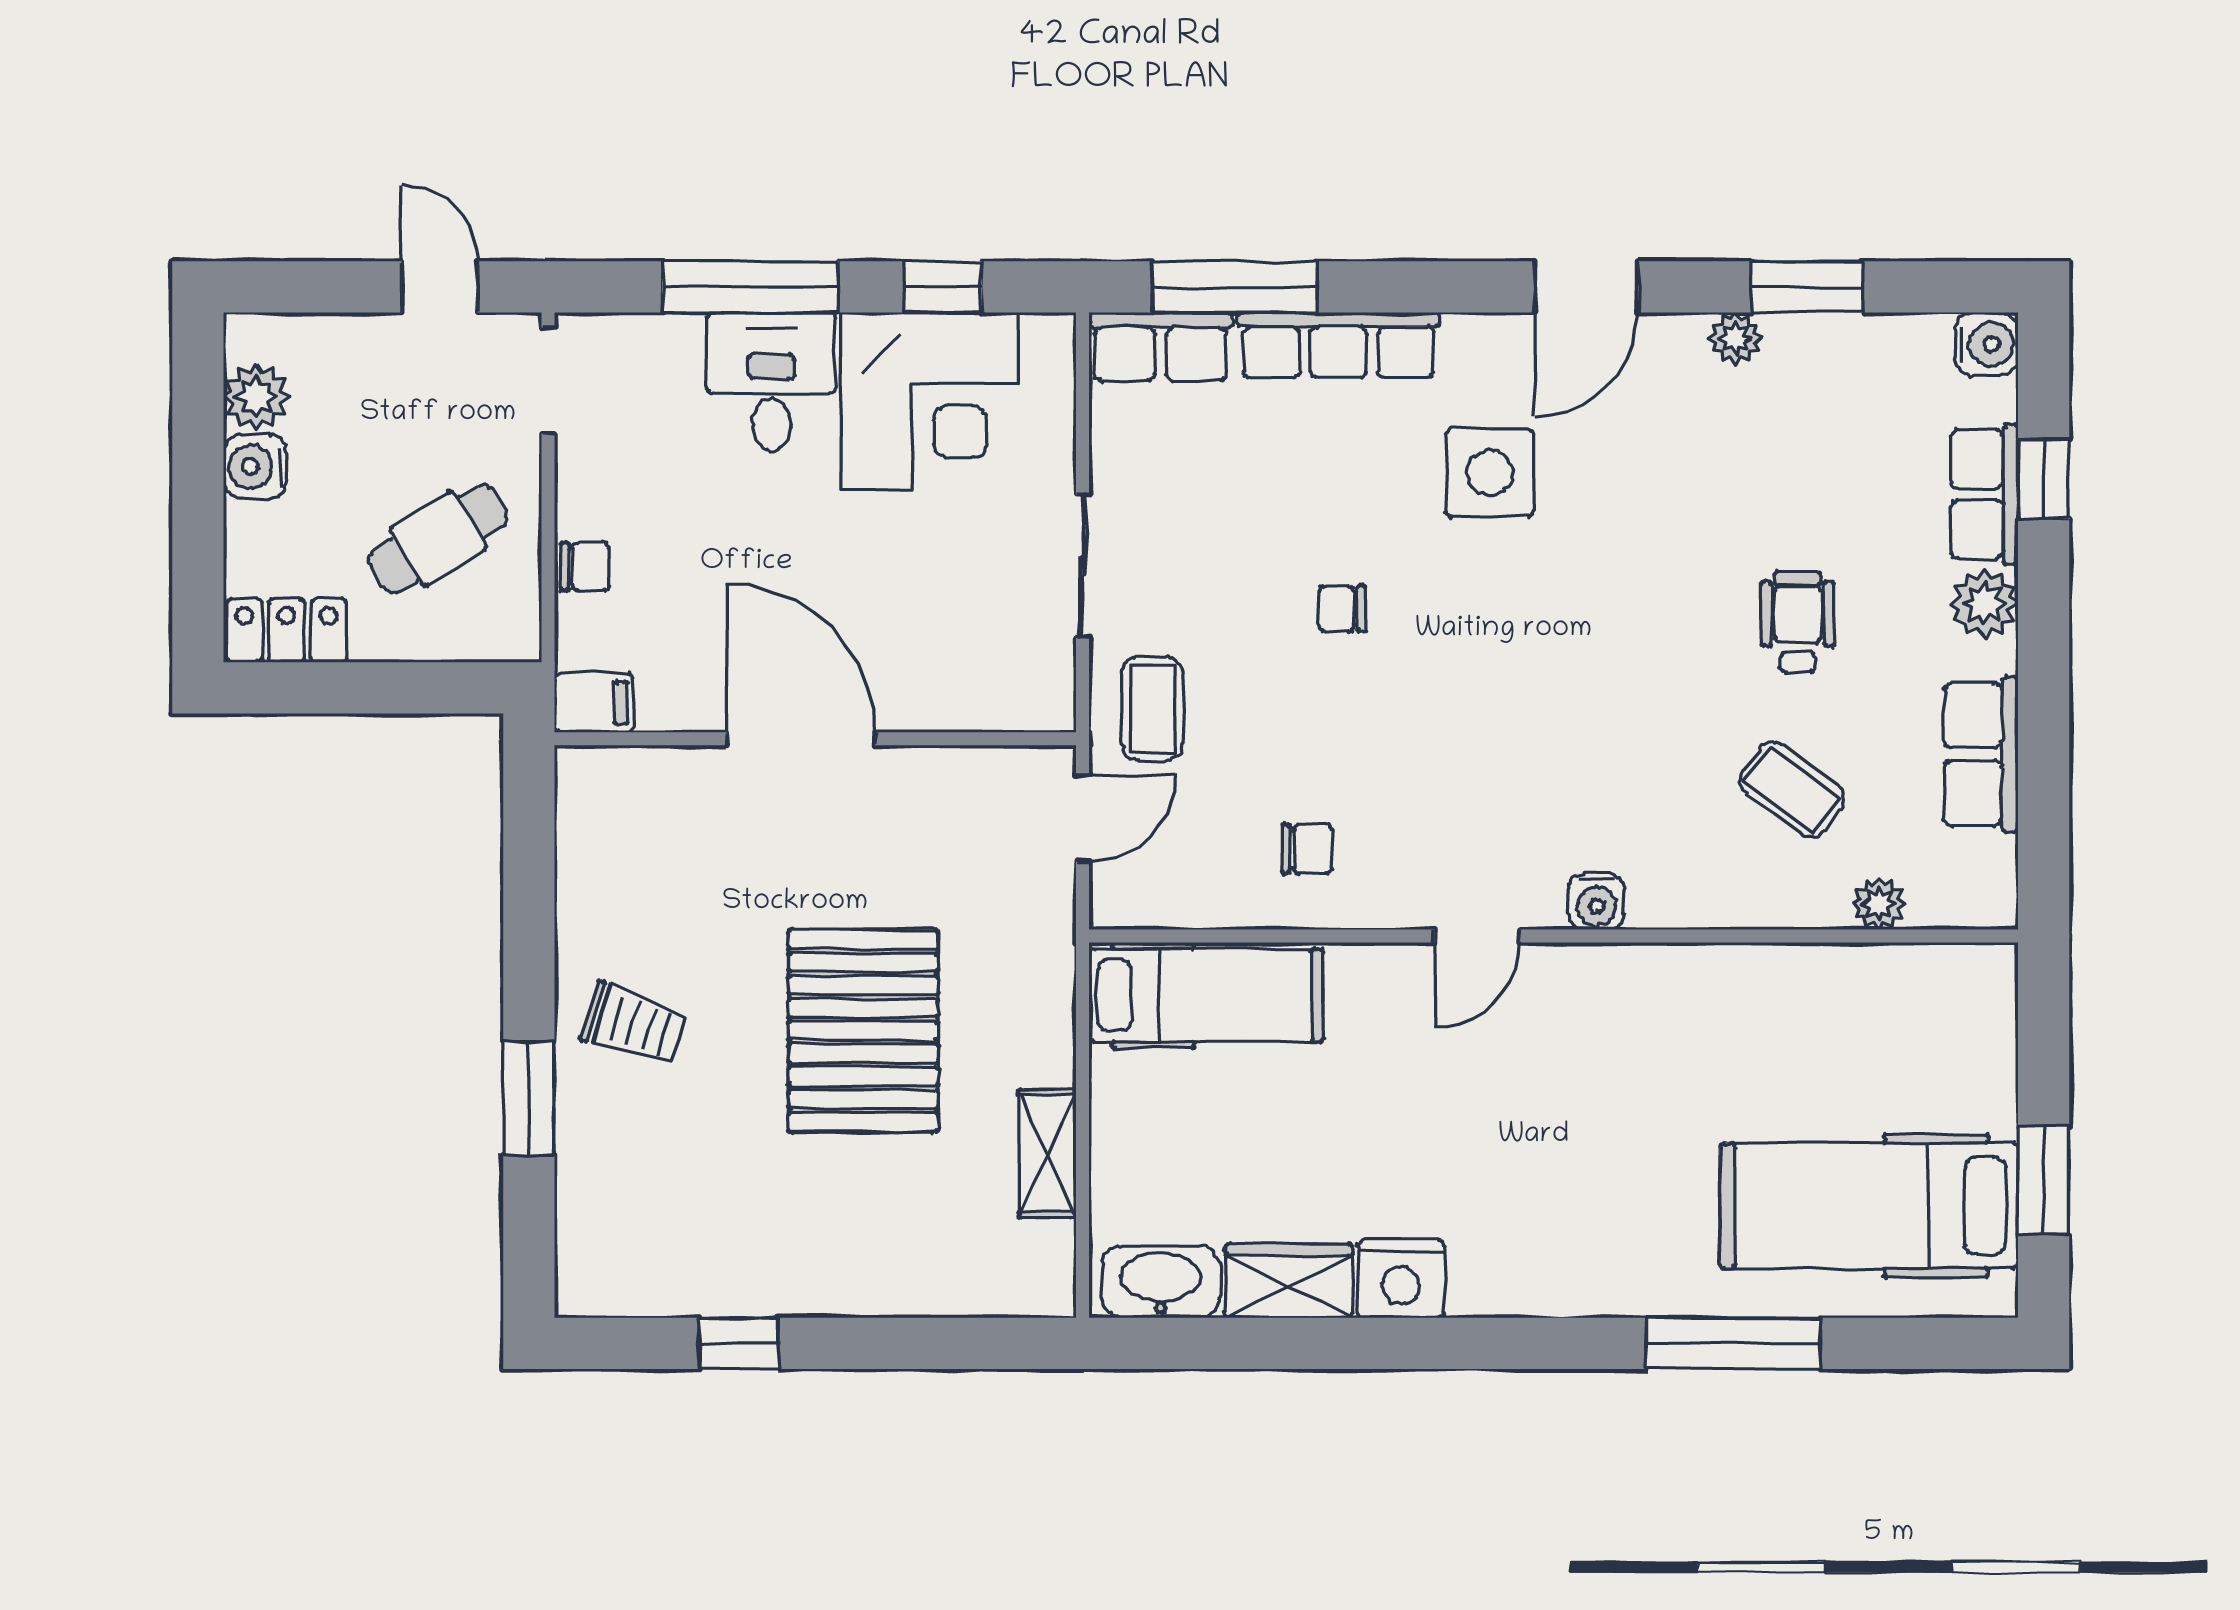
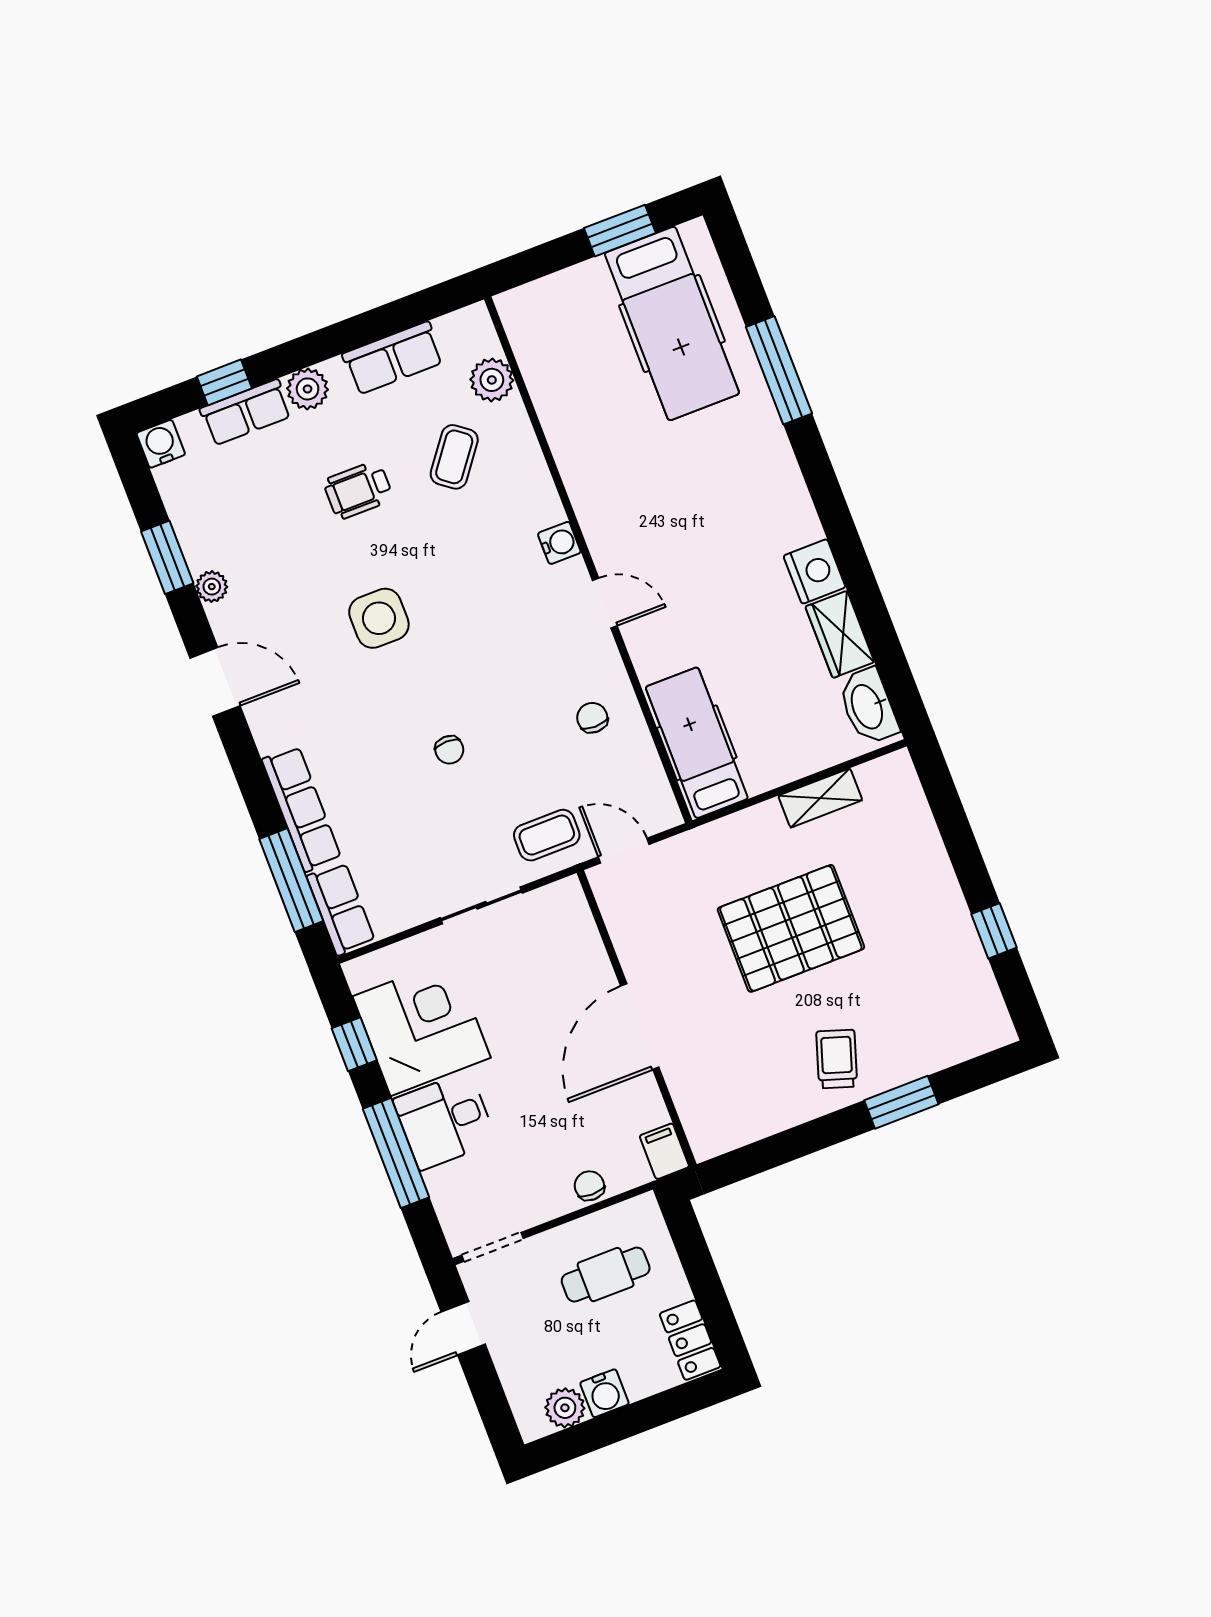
side table: (1490, 473) -> (379, 618), moved
cafe table: (438, 539) -> (606, 1275), turned -58
plant: (1879, 904) -> (492, 380), width x1.38, depth x1.38

